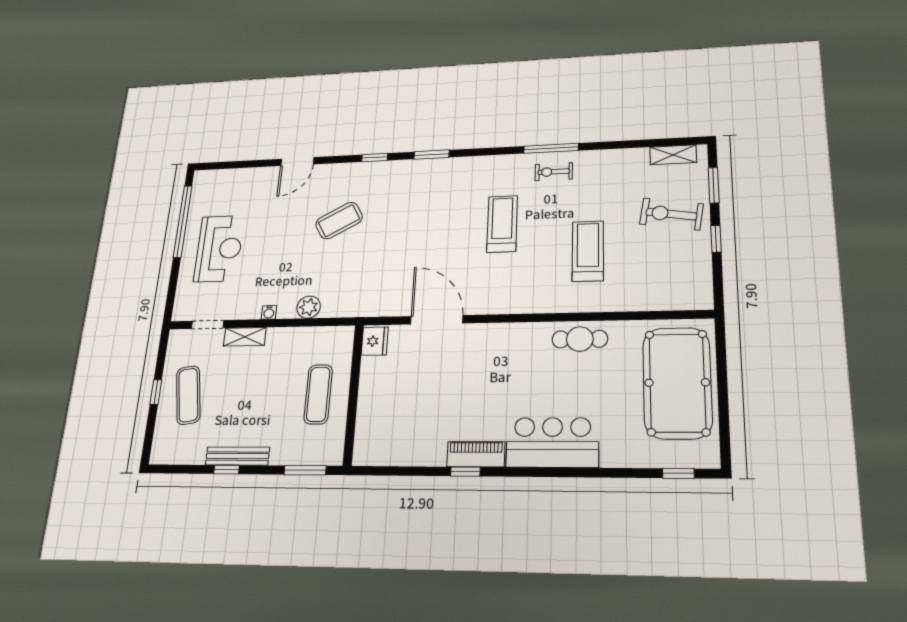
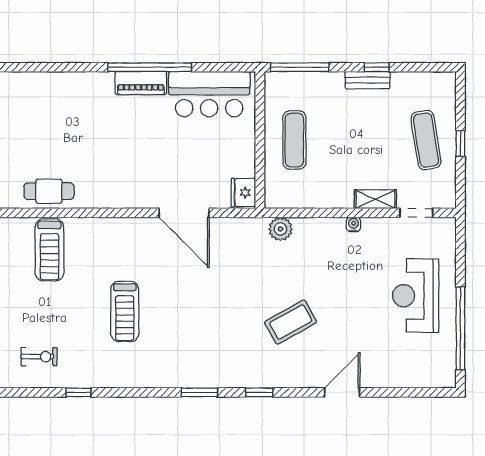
window: (551, 148) -> (79, 392), width x0.46
exercise bike: (554, 172) -> (39, 357), moved
treadmill: (588, 251) -> (50, 250), moved
plant: (309, 307) -> (280, 229), moved
bar counter: (552, 442) -> (209, 94), moved
bench: (237, 456) -> (368, 80), width x0.73
window: (305, 470) -> (300, 67), width x1.44
window: (465, 472) -> (150, 67), width x3.17

